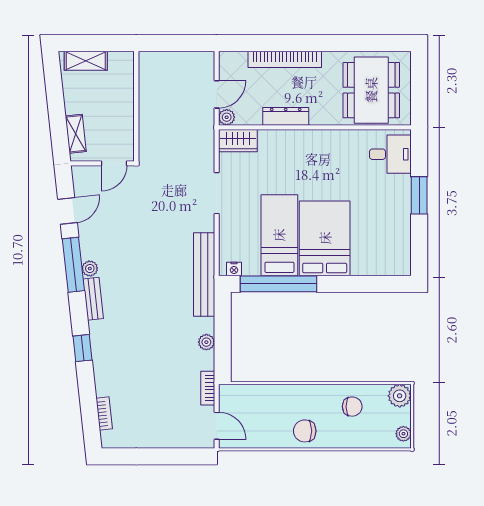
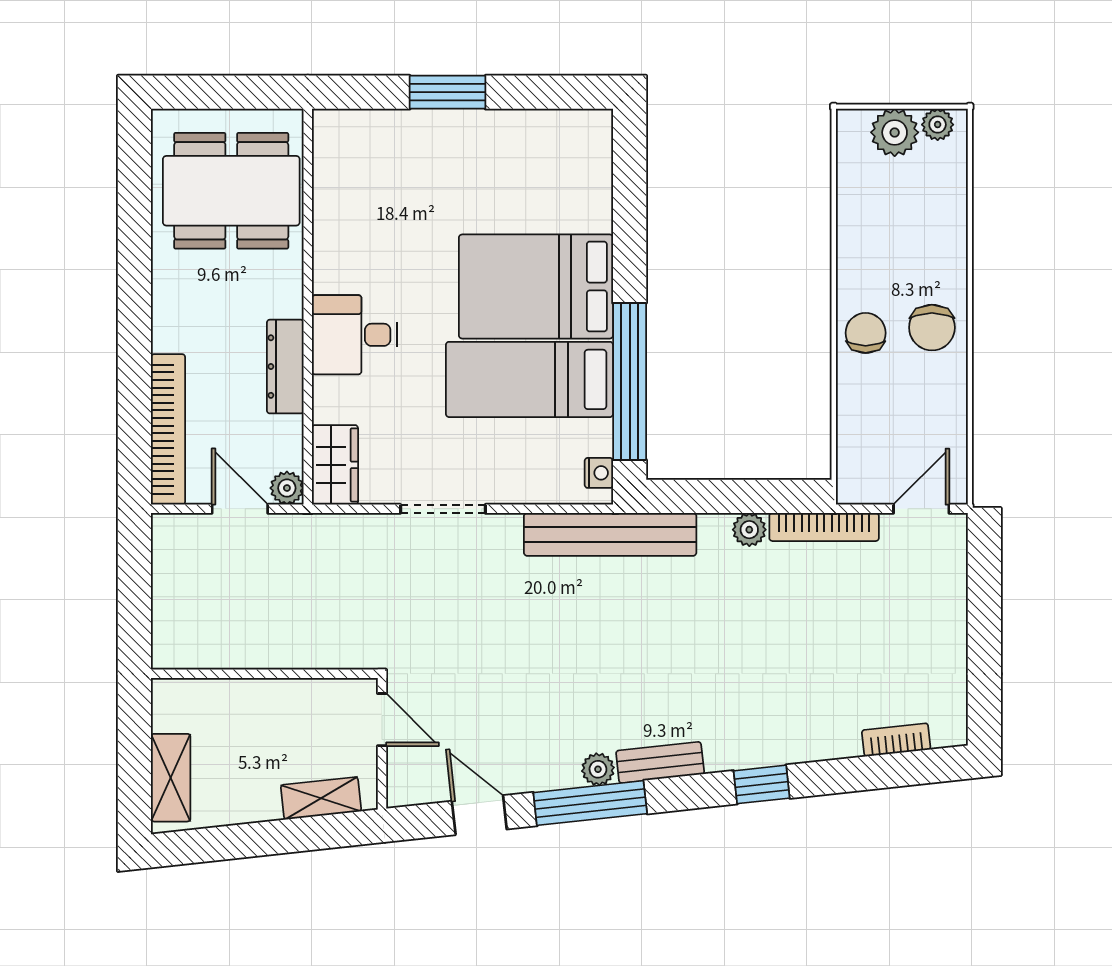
bookcase: (285, 59) -> (168, 429), moved
desk: (390, 154) -> (355, 335), moved, turned -90
bookcase: (208, 388) -> (824, 527), width x1.56
plant: (400, 396) -> (895, 132), moved
chair: (352, 407) -> (866, 333), moved

